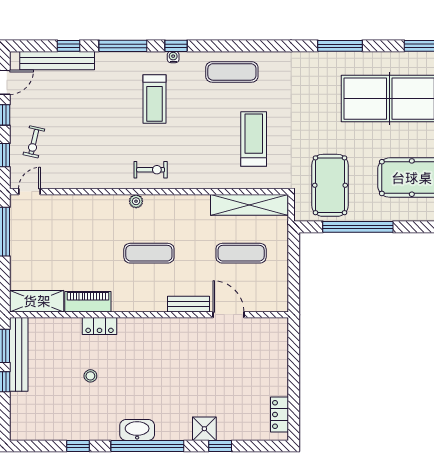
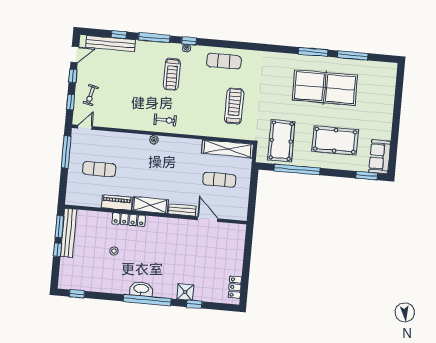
window: (340, 46) -> (313, 52), moved
exercise mat: (149, 253) -> (99, 169), moved
shelving: (37, 301) -> (150, 205), moved
locker: (100, 326) -> (129, 220), width x1.53
window: (78, 446) -> (77, 294), moved

